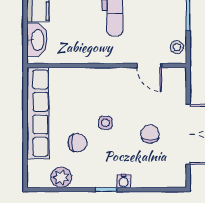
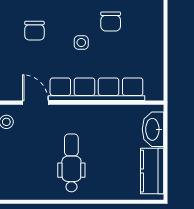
row of seats: (38, 113) -> (96, 89), moved, turned 90
chair: (77, 143) -> (111, 21), turned -90

